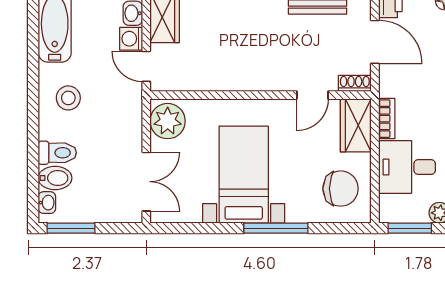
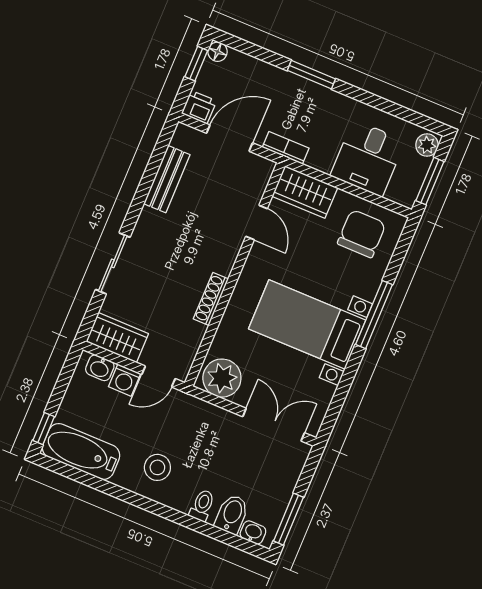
shoe rack: (355, 83) -> (211, 299), moved, width x1.43
bookcase: (387, 119) -> (286, 148), moved
toilet: (57, 153) -> (202, 505), width x0.73, depth x0.72

